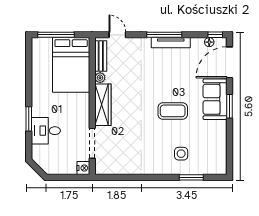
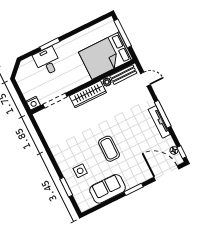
door: (117, 35) -> (145, 79), hinge flipped
sofa: (215, 99) -> (108, 189), moved

